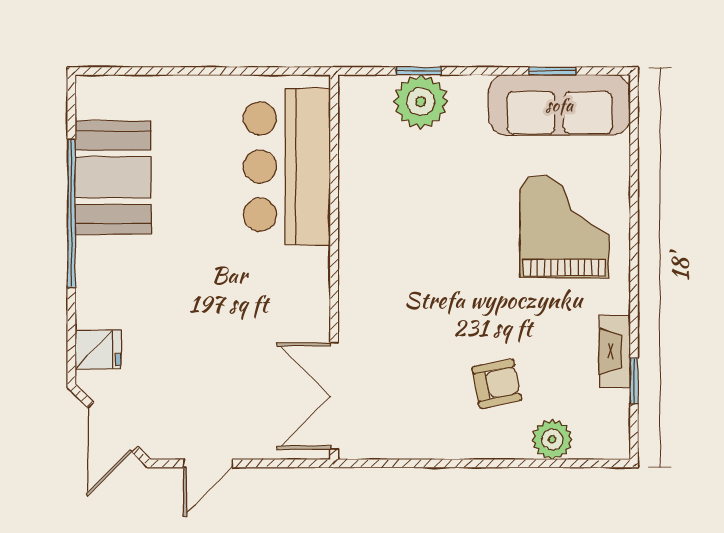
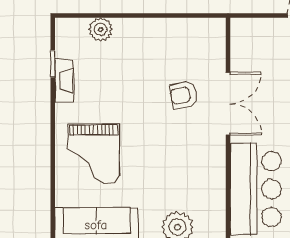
armchair: (497, 384) -> (184, 95), moved
double door: (334, 396) -> (228, 104), moved

